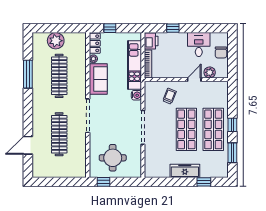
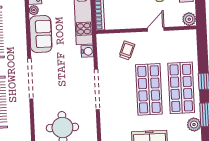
plant: (210, 72) -> (189, 19), moved
plant: (223, 160) -> (194, 124), added

